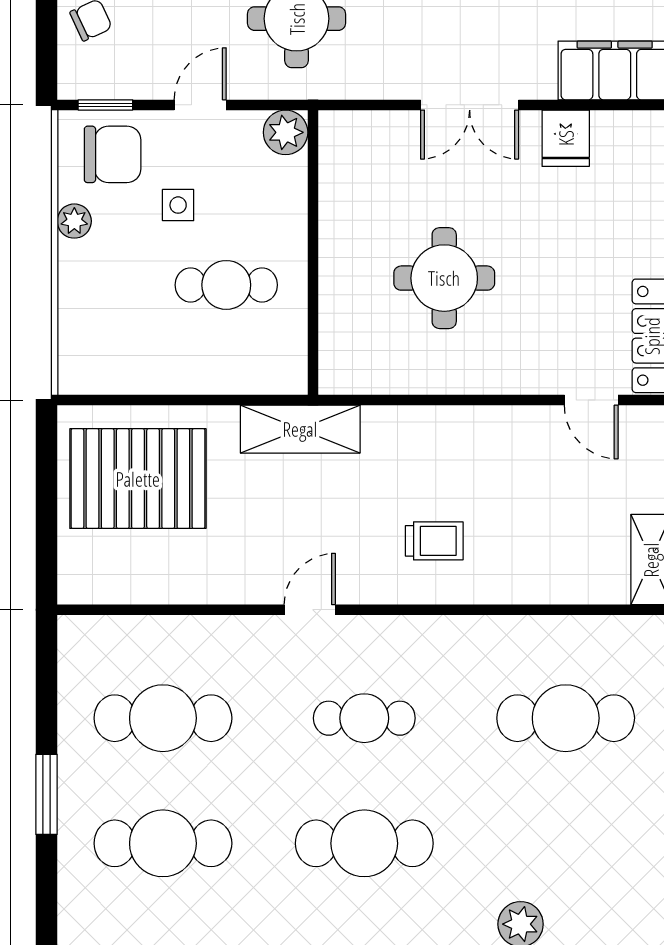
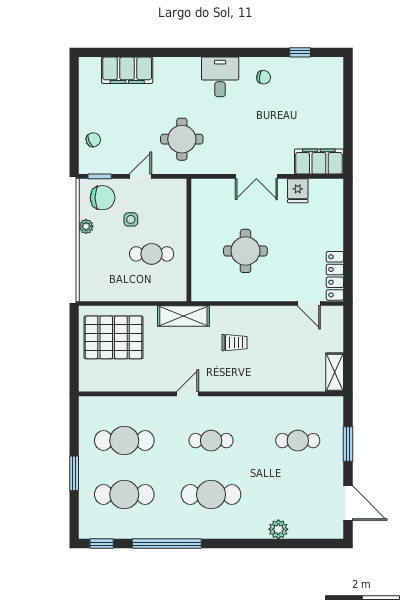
plant: (286, 132) -> (177, 188), removed
trolley: (434, 541) -> (234, 343), moved
cafe table: (566, 718) -> (298, 441), width x0.73, depth x0.74

